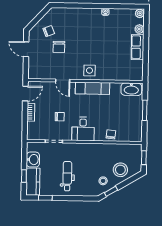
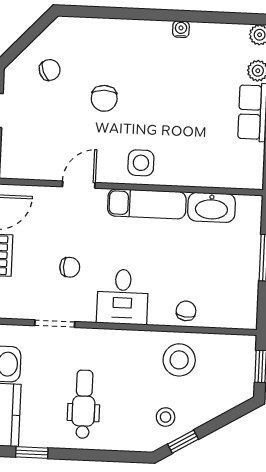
chair: (59, 47) -> (104, 98), moved
door: (63, 81) -> (79, 185), swing flipped
washbasin: (131, 89) -> (212, 207), moved
stool: (120, 170) -> (179, 360), moved

